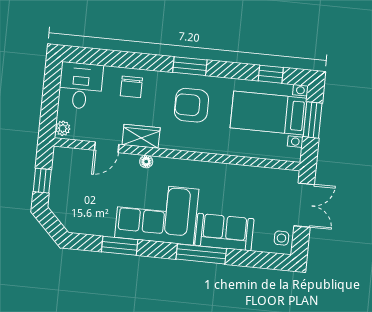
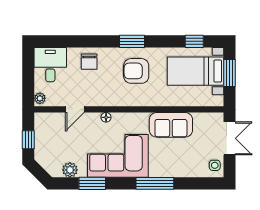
wardrobe: (141, 136) -> (100, 98), removed
plant: (93, 225) -> (70, 170), added
sofa: (224, 232) -> (171, 125), moved, turned 180

